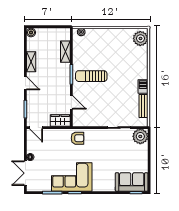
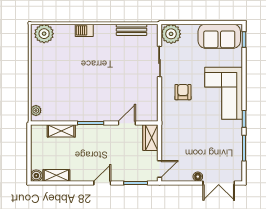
shelving: (31, 62) -> (56, 175), moved
sun lounger: (91, 76) -> (93, 97), removed
barbecue: (143, 87) -> (84, 30), moved
armchair: (78, 138) -> (183, 92), moved
corner sofa: (72, 177) -> (224, 93), moved
sofa: (132, 182) -> (219, 36), moved, turned -90

